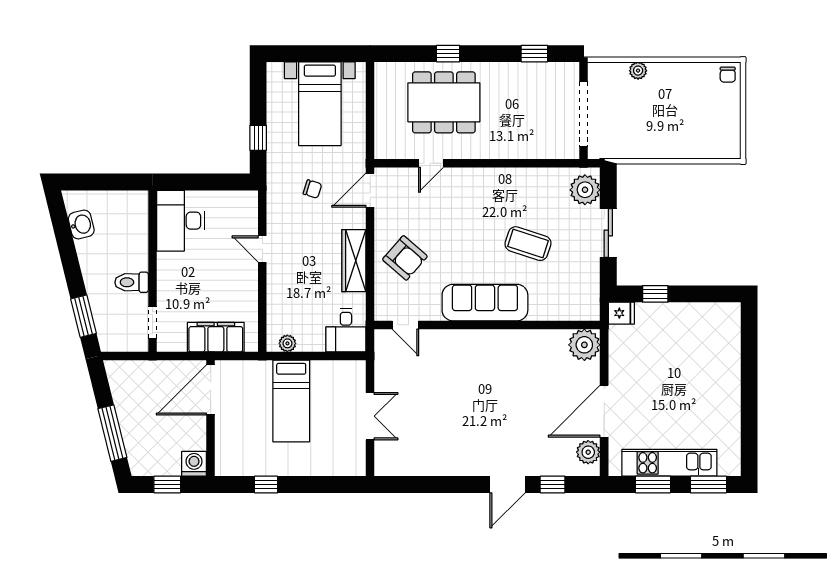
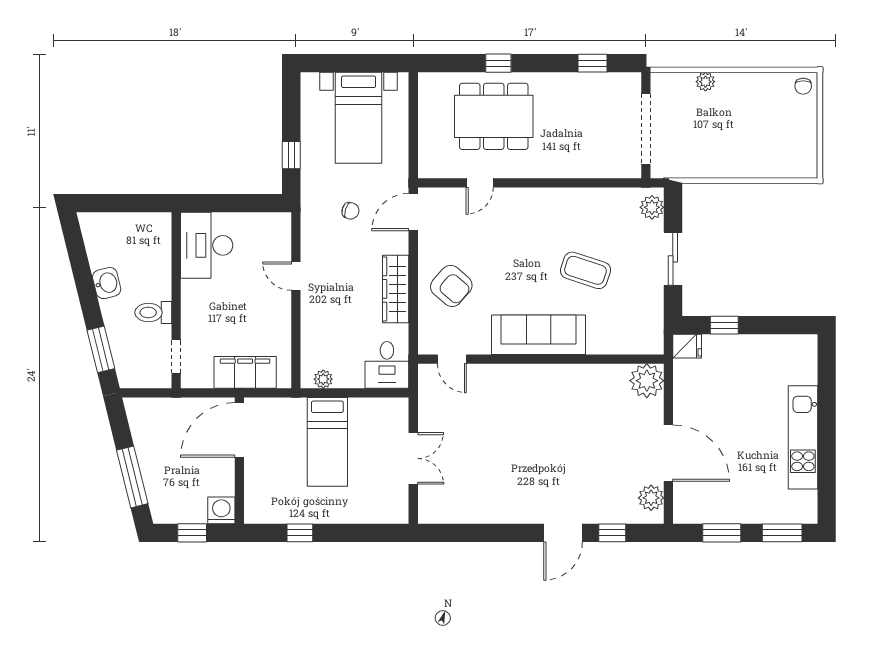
plant: (585, 190) -> (652, 207), width x0.73, depth x0.73
washbasin: (81, 224) -> (107, 283), moved
door: (604, 411) -> (668, 453), swing flipped
kitchen unit: (669, 463) -> (803, 437), moved, turned -90

